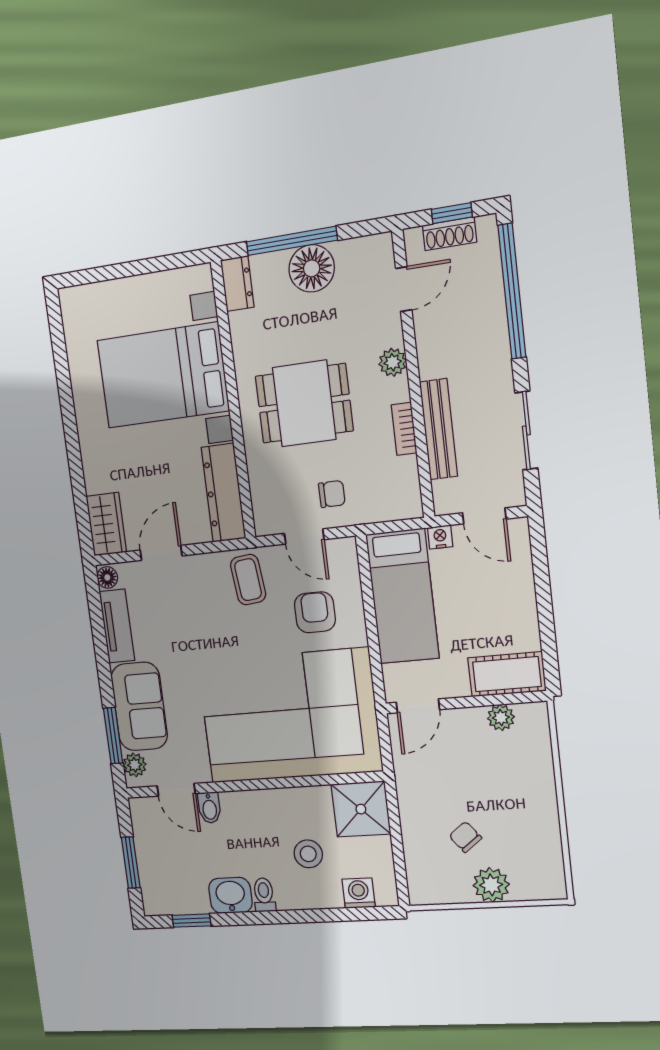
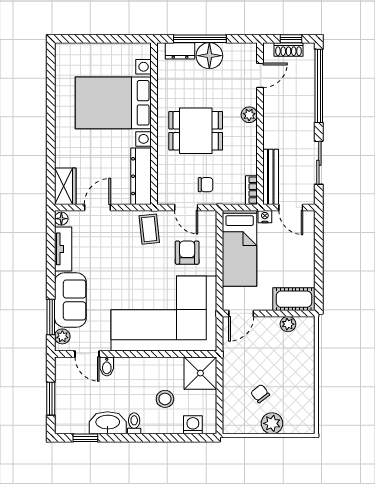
dresser: (237, 284) -> (180, 51), moved, turned 90
bookcase: (404, 429) -> (251, 190), moved
bench: (438, 429) -> (271, 177), moved
washbasin: (230, 895) -> (108, 423), width x1.38

